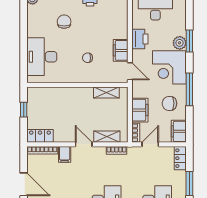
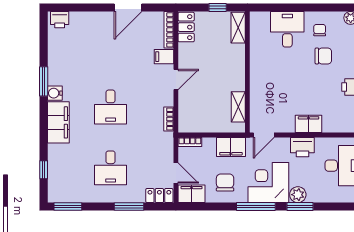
filing cabinet: (121, 50) -> (309, 124), moved
desk: (42, 57) -> (287, 29), width x0.73
chair: (88, 58) -> (320, 30), moved
window: (189, 89) -> (256, 207), moved
filing cabinet: (140, 110) -> (231, 147), moved
shelving: (107, 137) -> (238, 28), moved
door: (150, 144) -> (176, 173), moved

